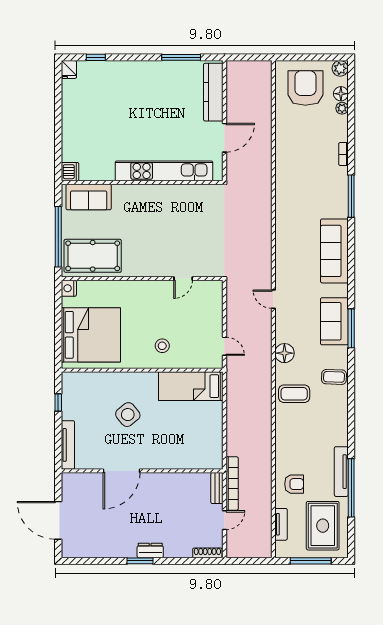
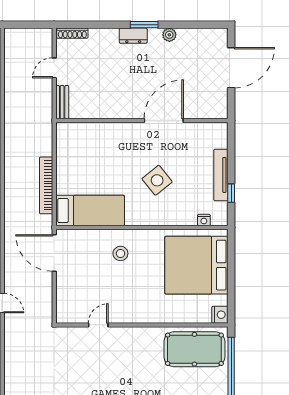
door: (224, 346) -> (54, 253), width x1.88
nightstand: (84, 377) -> (204, 220), added
tv unit: (68, 445) -> (221, 175), moved
bookcase: (232, 483) -> (46, 185), moved
door: (58, 520) -> (231, 68), hinge flipped
plant: (116, 551) -> (169, 35), added

